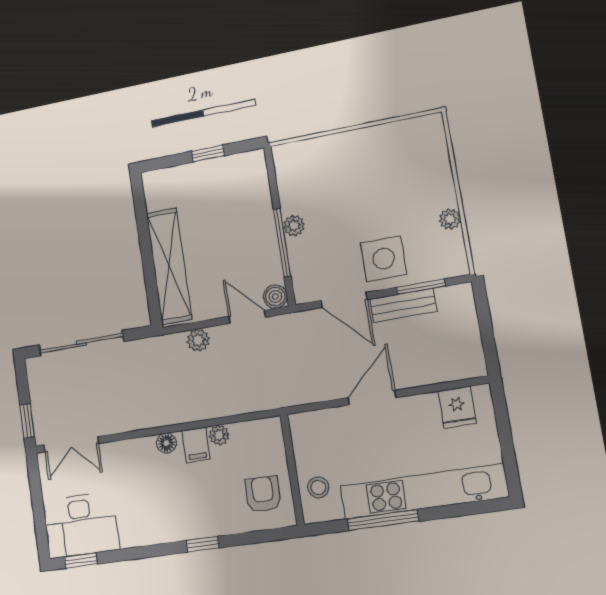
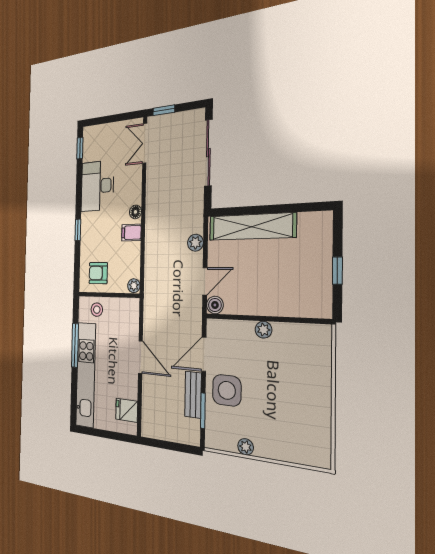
window: (282, 242) -> (253, 318), removed
plant: (219, 435) -> (134, 286), moved
armchair: (263, 494) -> (98, 273), turned 180
desk: (81, 525) -> (97, 186), moved

